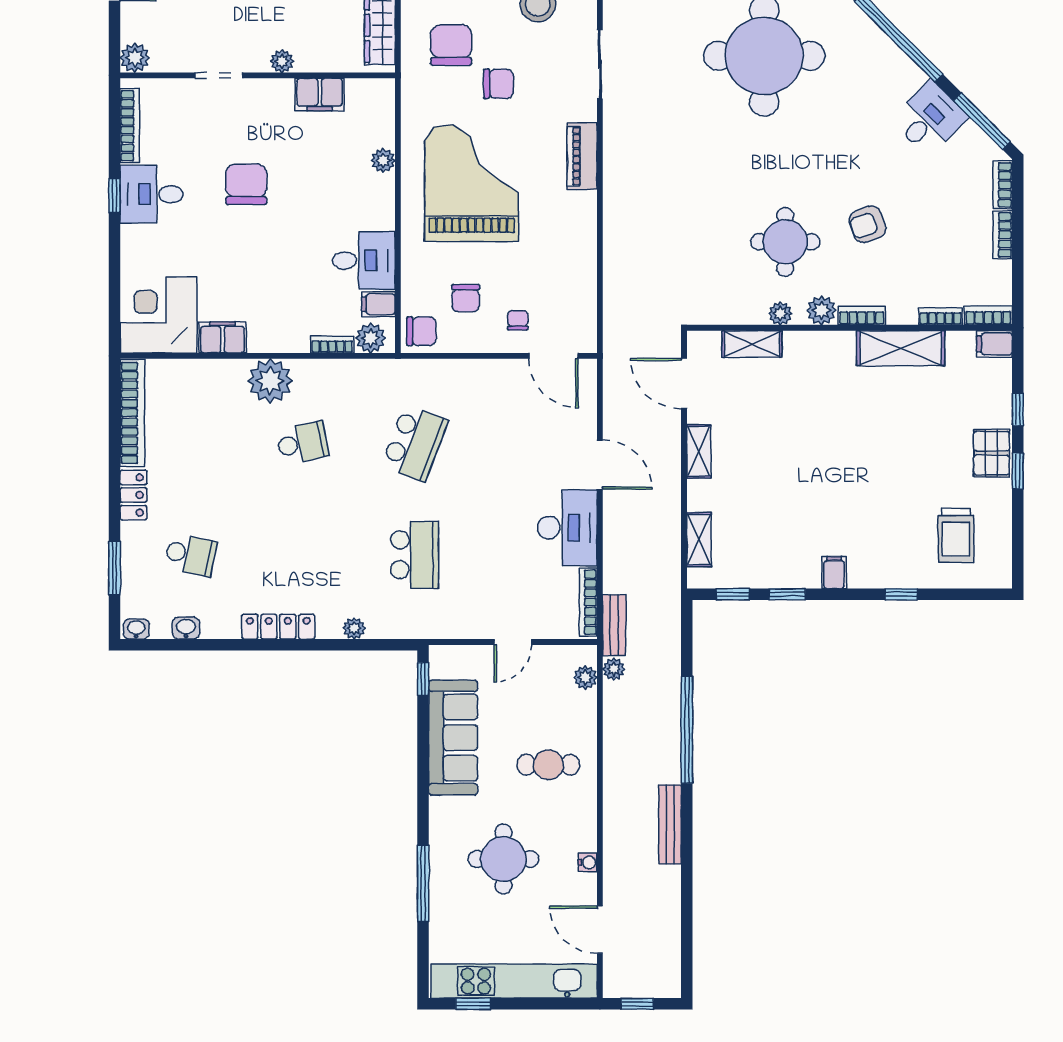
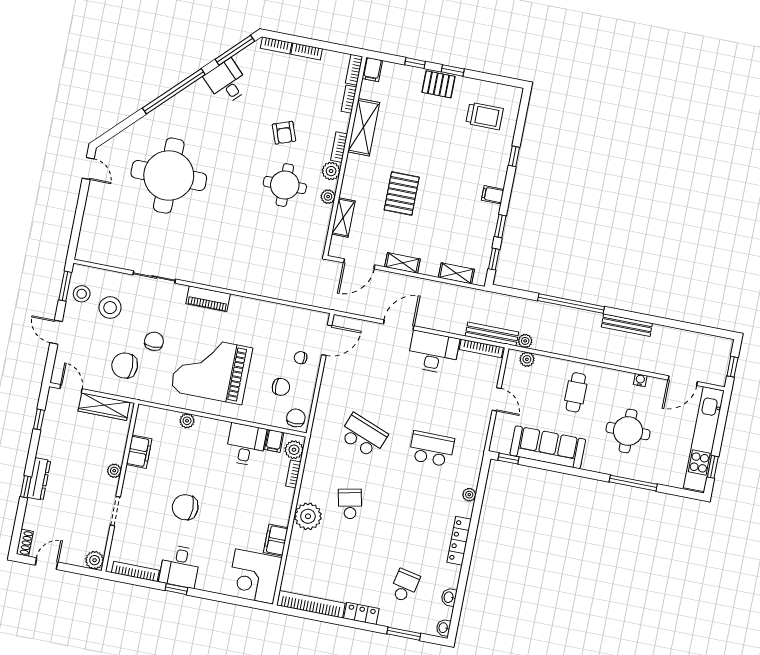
pallet: (808, 429) -> (402, 194), added
bench: (614, 625) -> (492, 334), width x1.36

